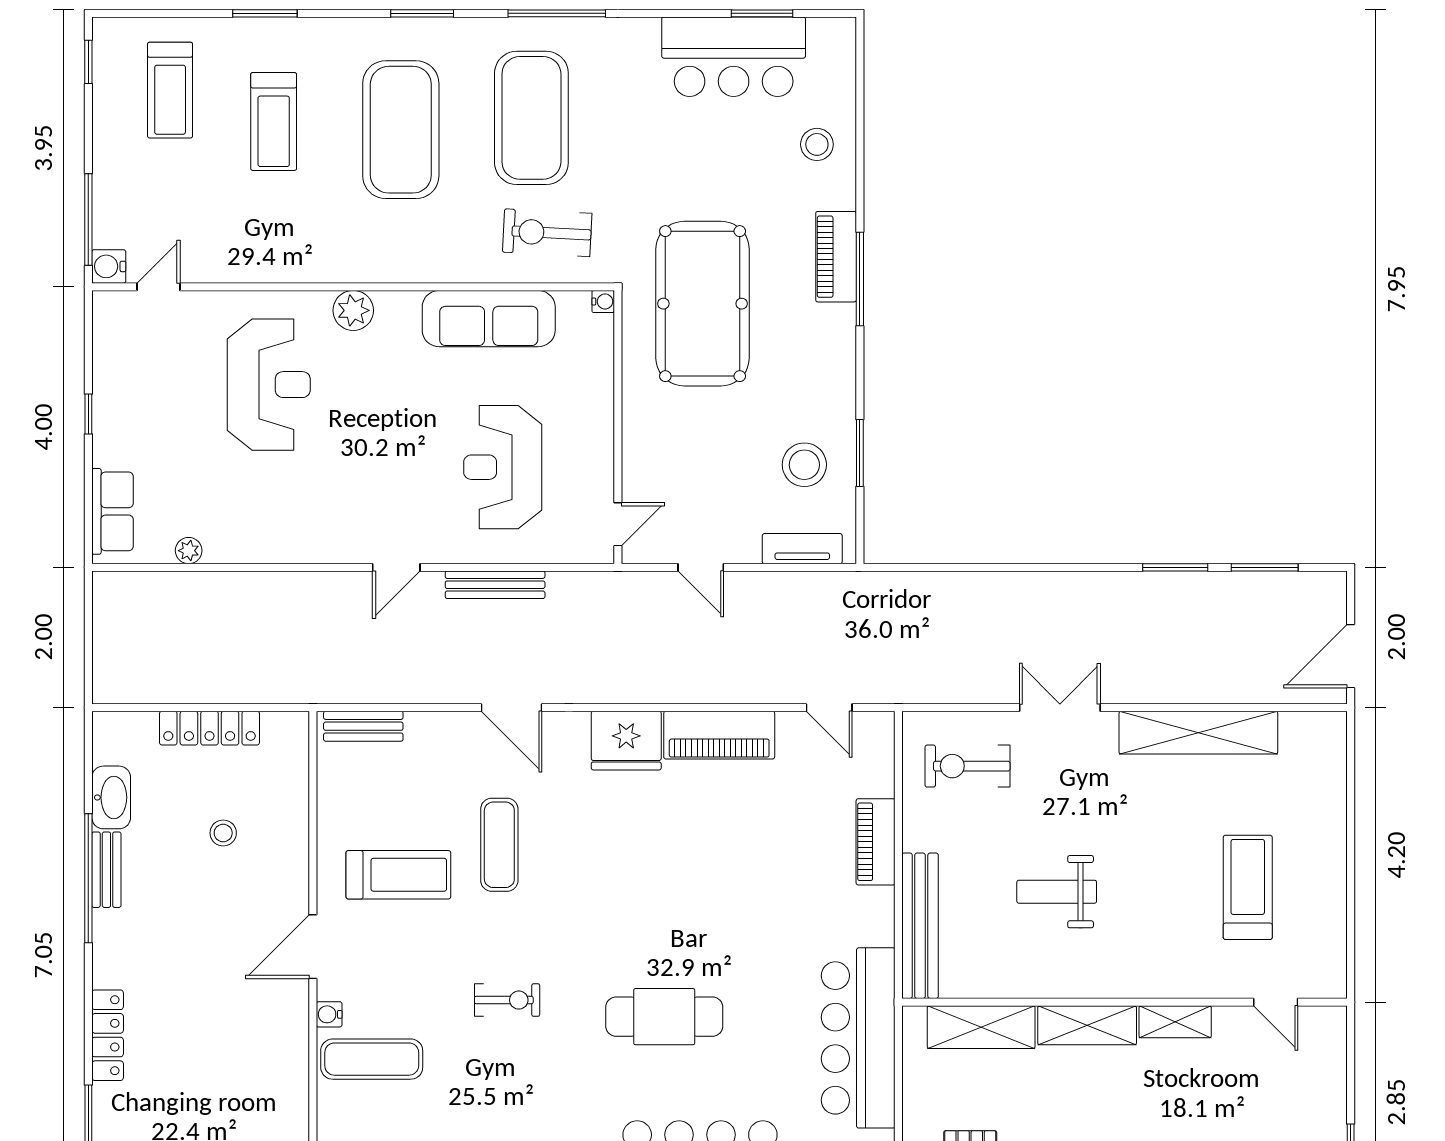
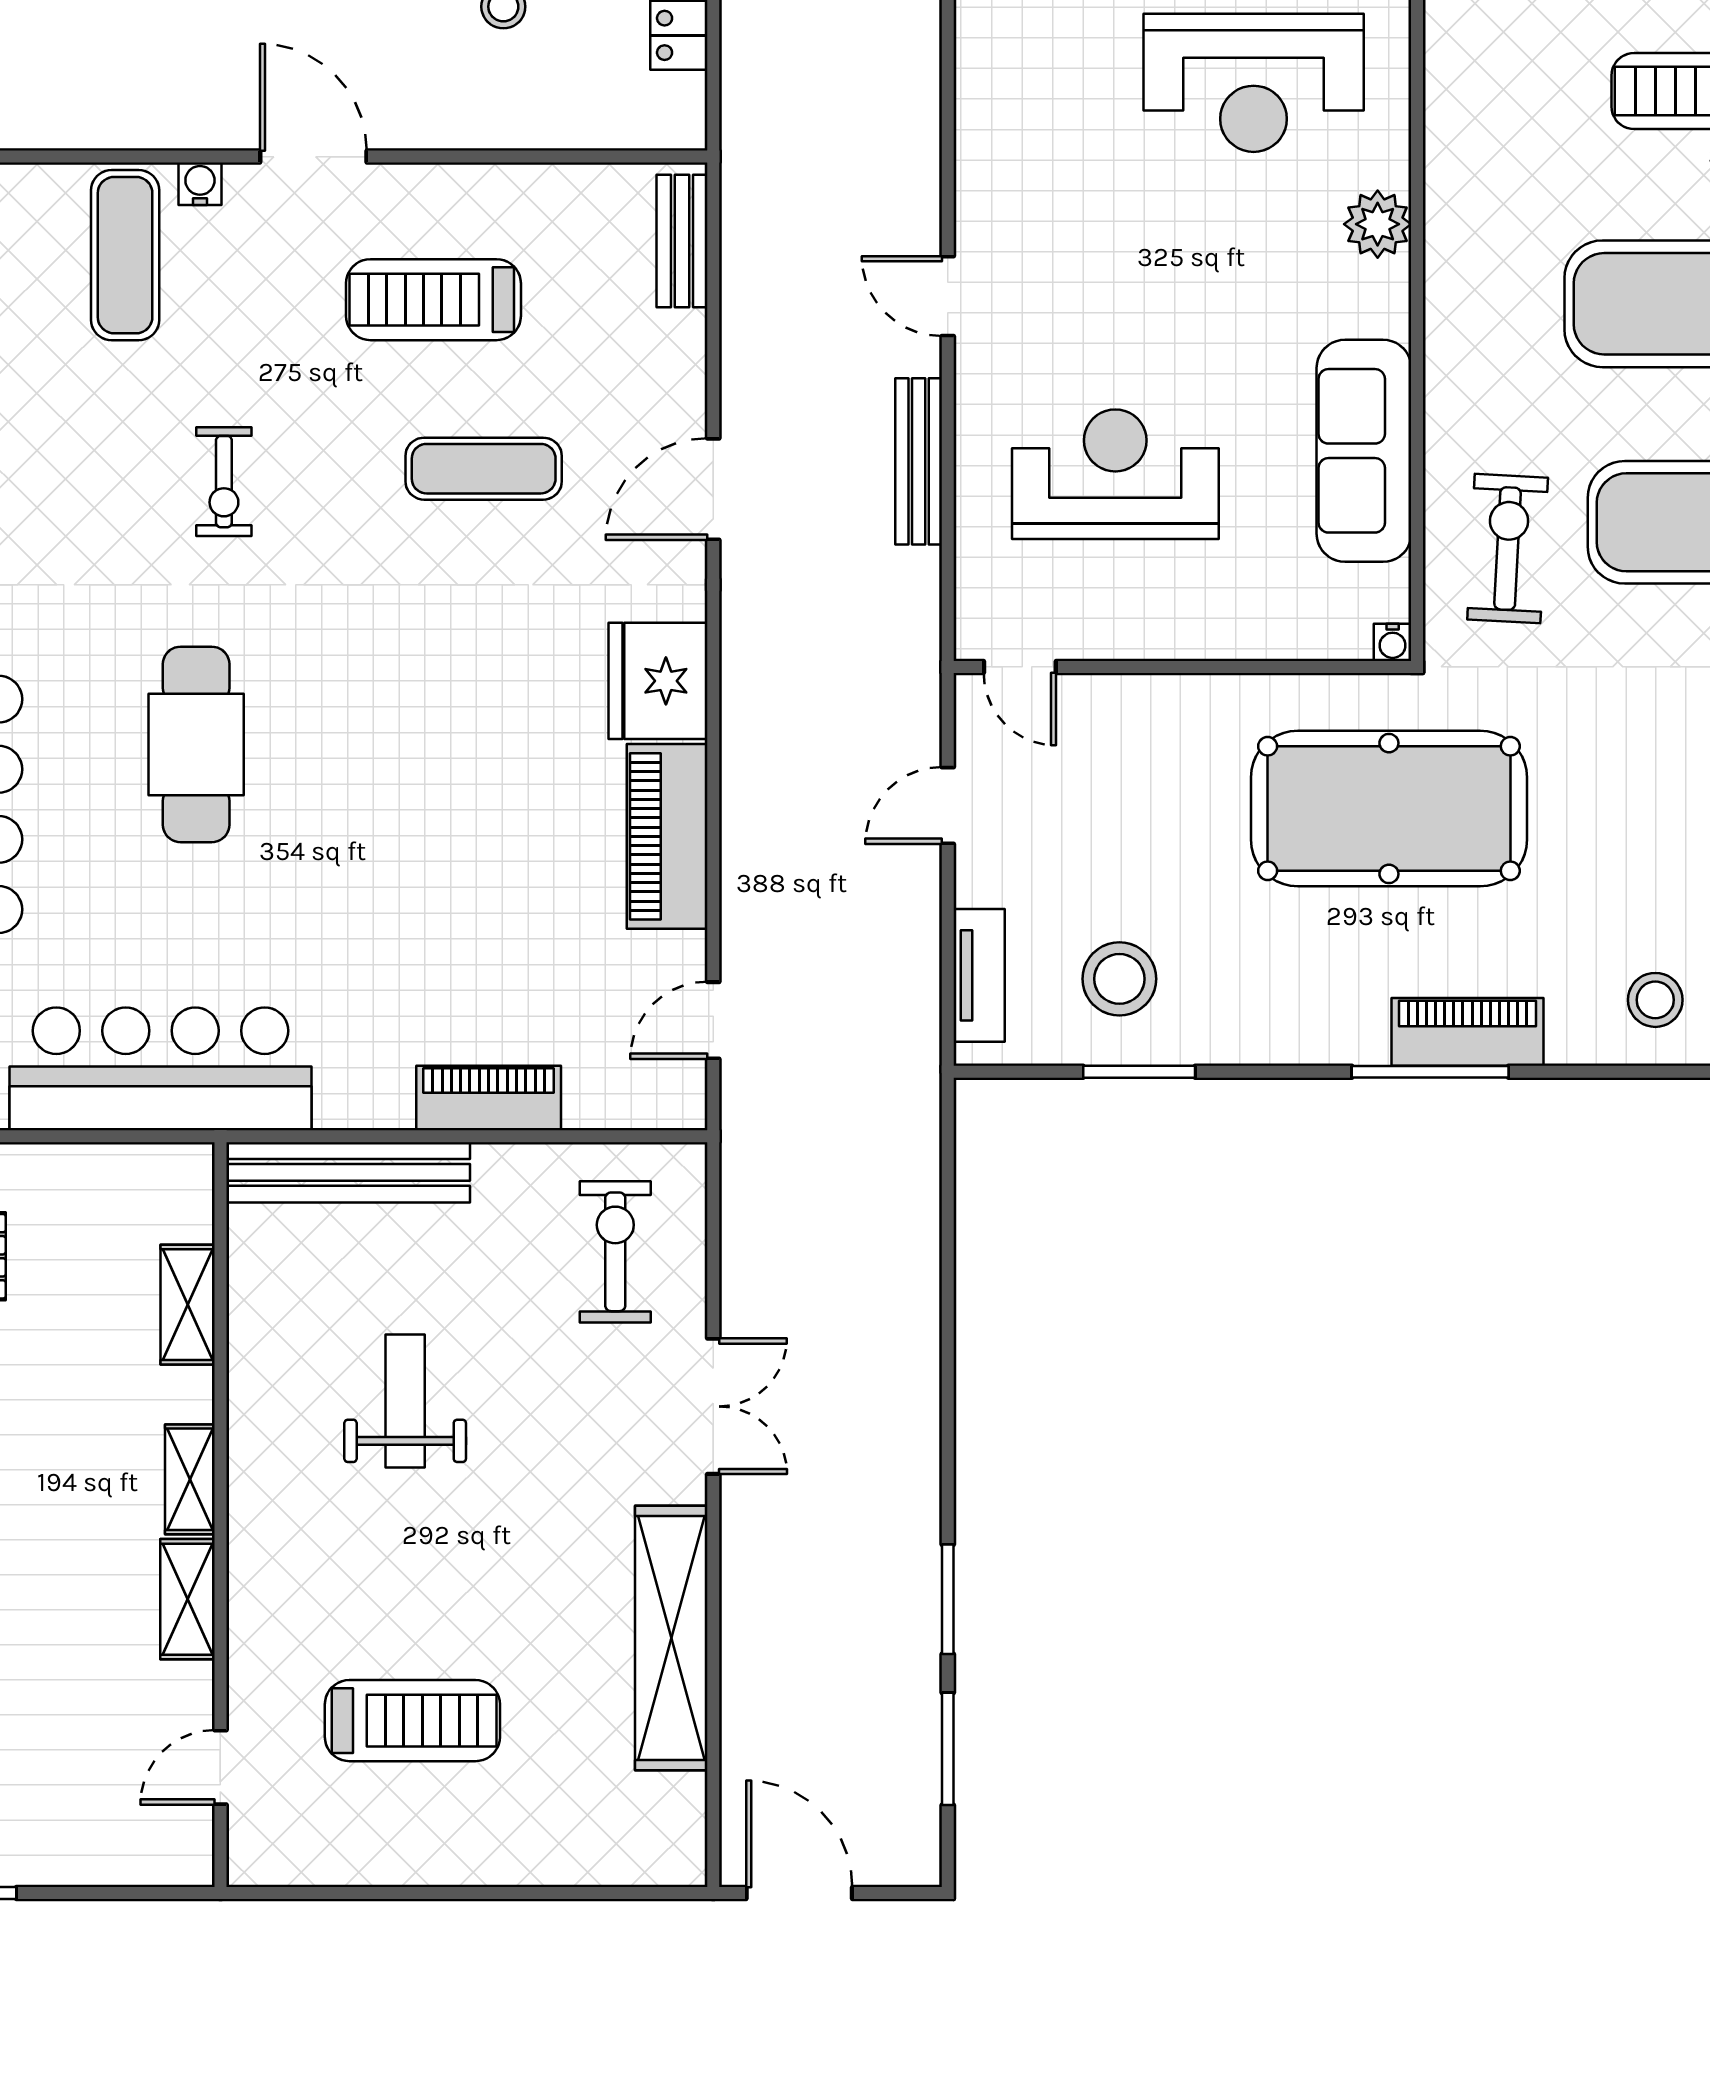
treadmill: (398, 875) -> (433, 300), turned 90
shelving: (1087, 1025) -> (190, 1479), width x0.67, depth x0.75
shelving: (981, 1027) -> (188, 1305), width x0.67, depth x0.75

